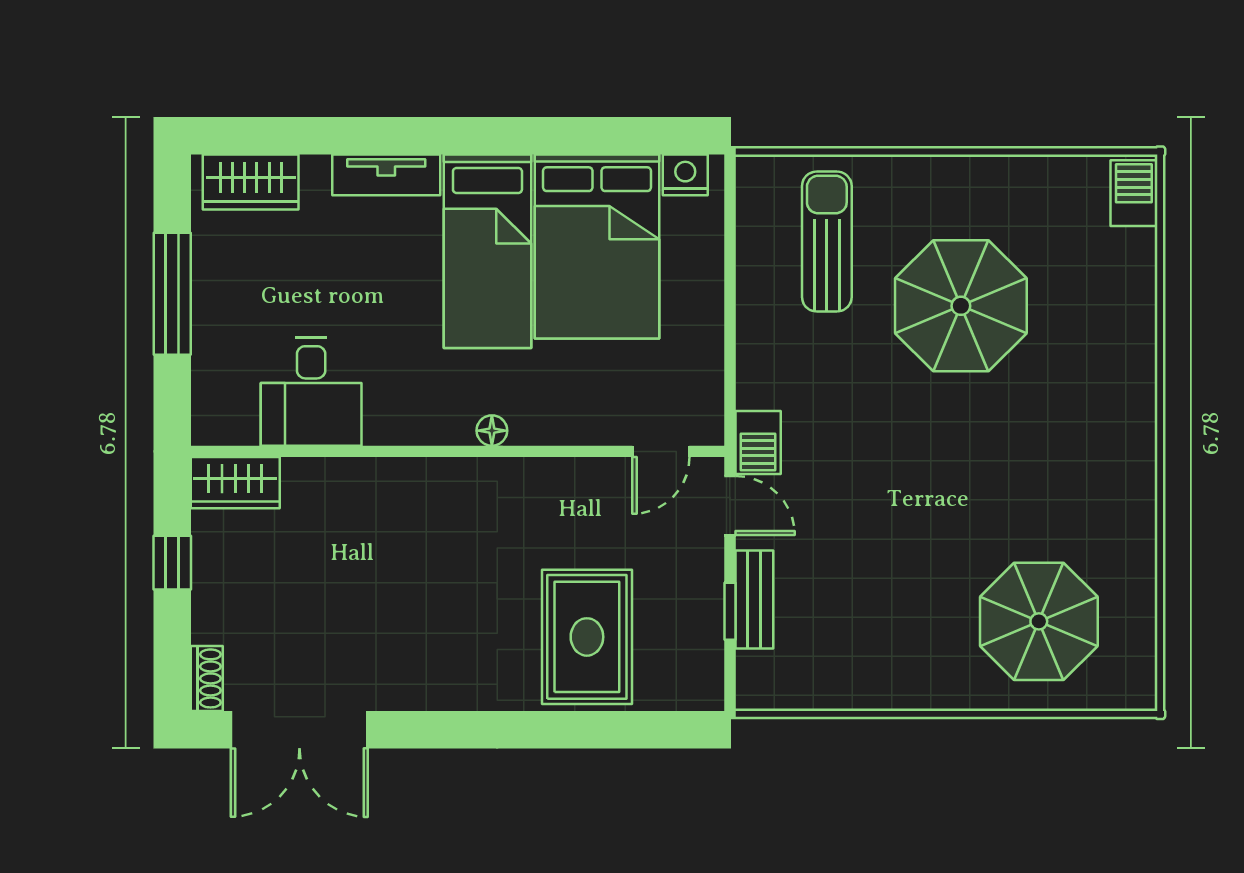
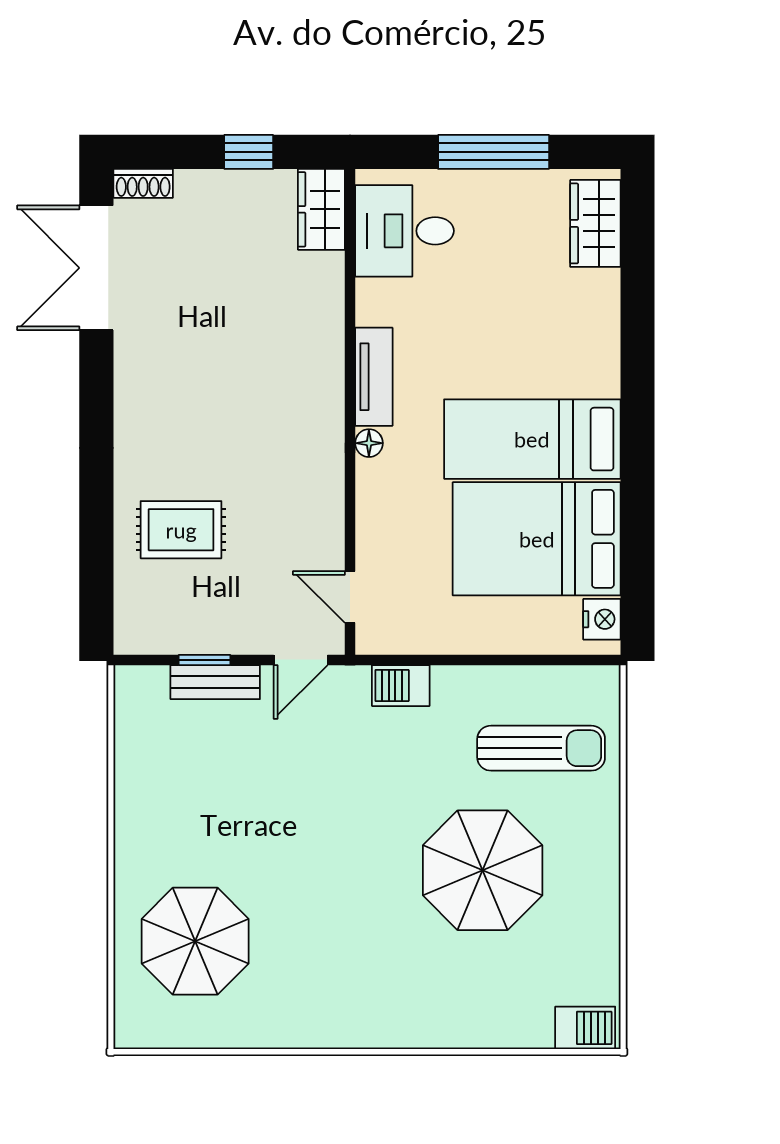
tv unit: (386, 175) -> (374, 377), moved, turned 180
desk: (311, 392) -> (404, 231), moved
barbecue: (758, 443) -> (401, 686), moved
rug: (587, 637) -> (181, 530), width x0.73, depth x0.70

